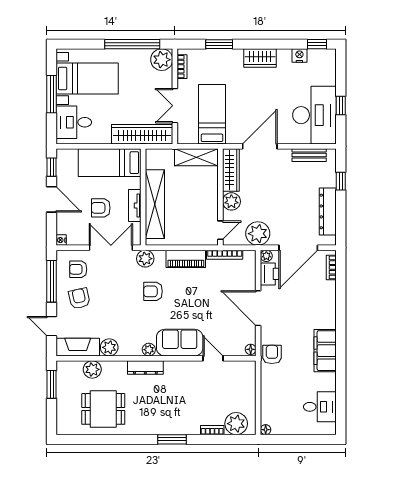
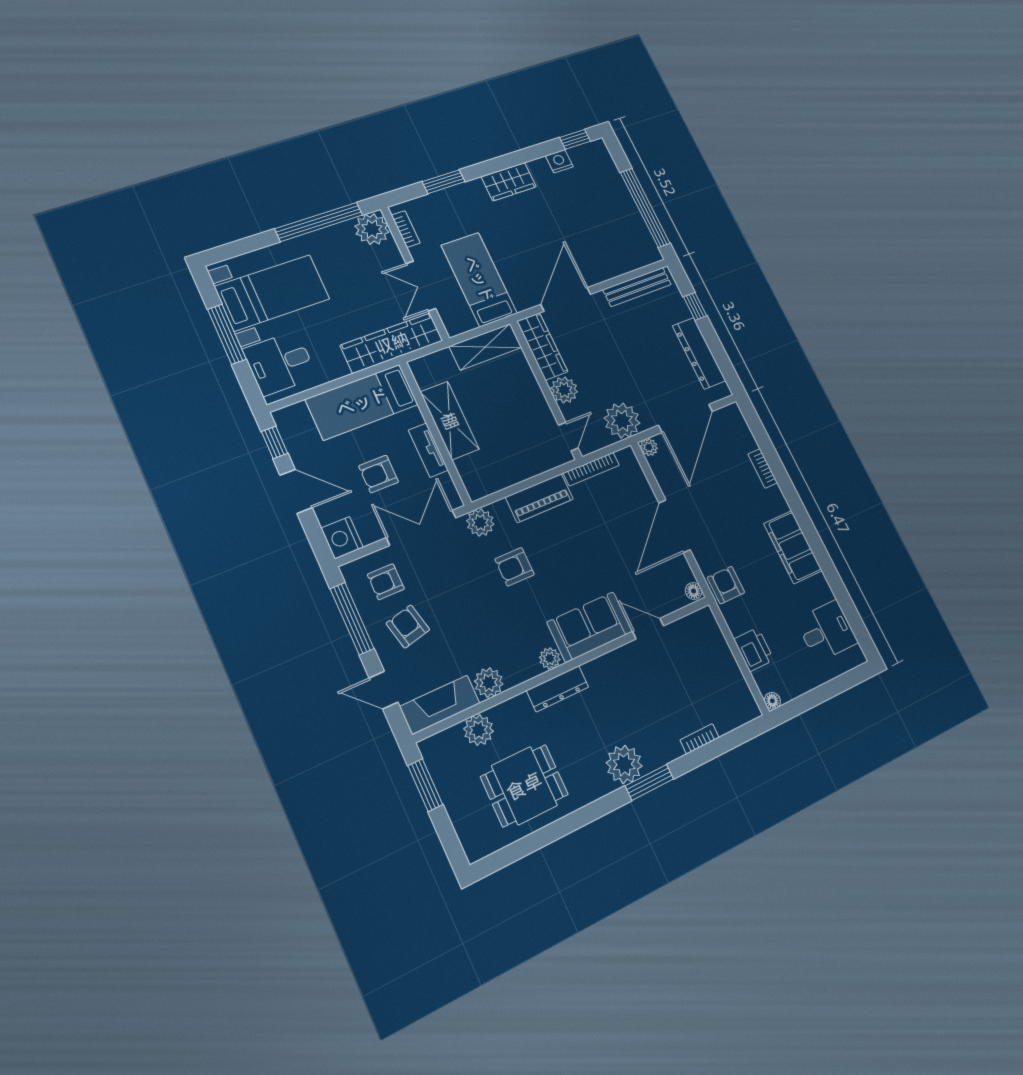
window: (341, 106) -> (645, 208), width x3.17
desk: (315, 115) -> (618, 232), removed
bench: (309, 155) -> (637, 287), width x1.36
shelving: (155, 204) -> (450, 421), width x0.68
nightstand: (61, 240) -> (342, 538), width x1.89, depth x1.79
bookcase: (331, 267) -> (763, 468), moved
printer: (270, 274) -> (754, 649), moved
door: (258, 308) -> (675, 526), hinge flipped
plant: (236, 424) -> (624, 764), moved

